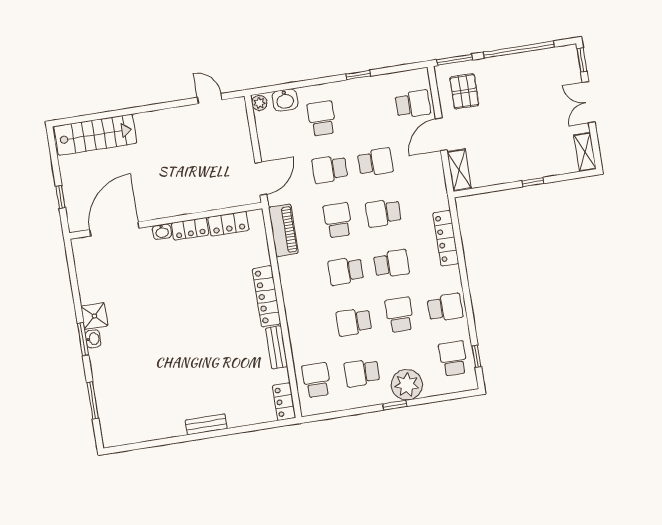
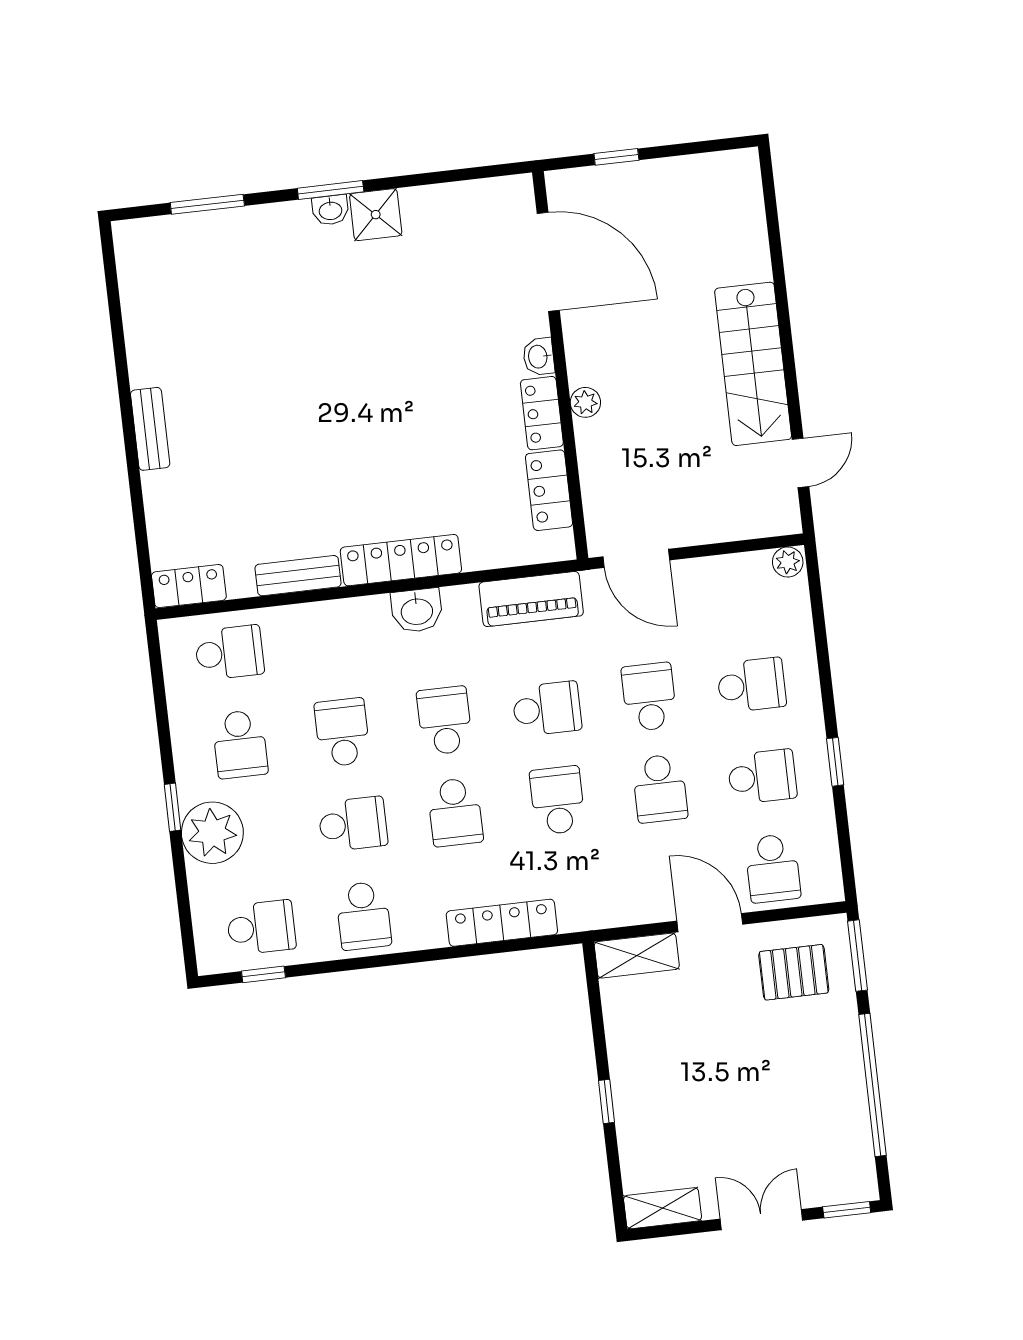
washbasin: (285, 100) -> (417, 610), moved, turned -90
school desk: (367, 111) -> (762, 777), added
stairs: (95, 135) -> (753, 364), moved
plant: (184, 207) -> (585, 402), added
school desk: (362, 373) -> (240, 744), turned 180

